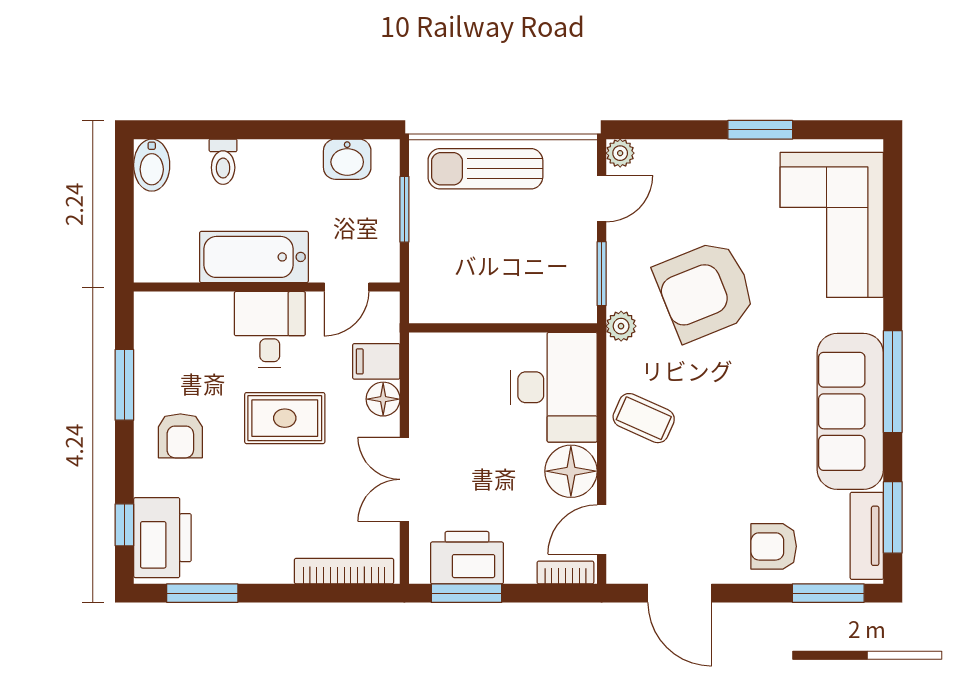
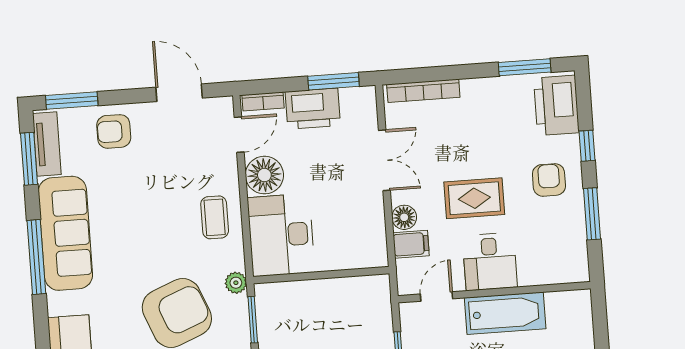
coffee table: (644, 418) -> (215, 217), turned 66
window: (124, 525) -> (587, 146), moved
armchair: (774, 546) -> (114, 131), turned 180
printer: (467, 558) -> (313, 109), moved

